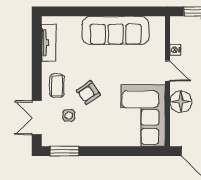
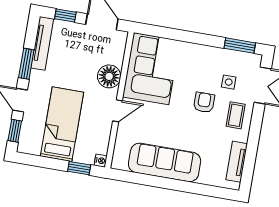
nightstand: (175, 50) -> (101, 161), moved
door: (168, 71) -> (117, 111), swing flipped
armchair: (88, 92) -> (204, 103), turned -55

